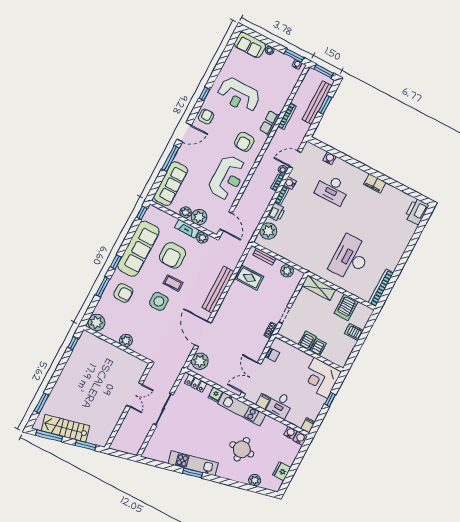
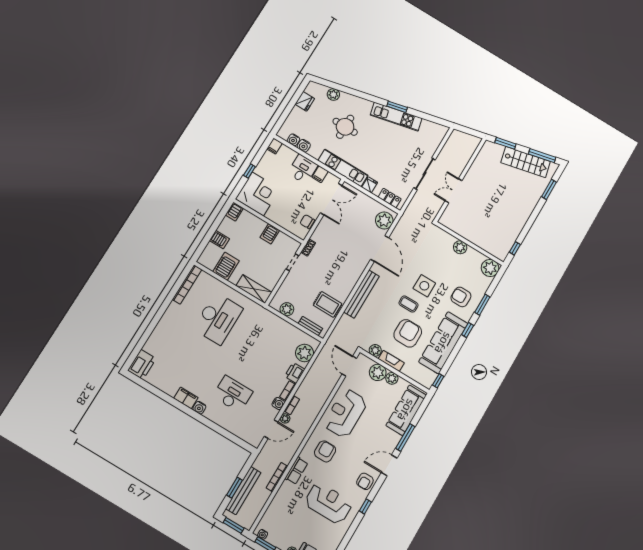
water cooler: (330, 158) -> (199, 408), moved
server rack: (318, 347) -> (234, 212), moved
water cooler: (300, 438) -> (304, 146), moved

